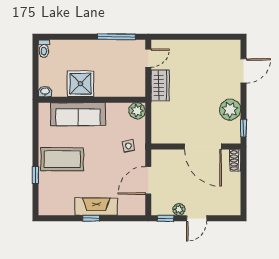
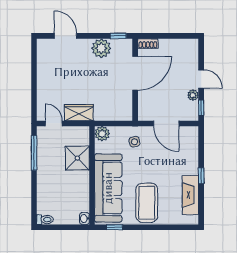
shower: (80, 84) -> (77, 158), moved
sofa: (78, 114) -> (108, 188), width x1.36, depth x1.27
window: (35, 175) -> (115, 227), moved
fireplace: (96, 207) -> (190, 195), moved

